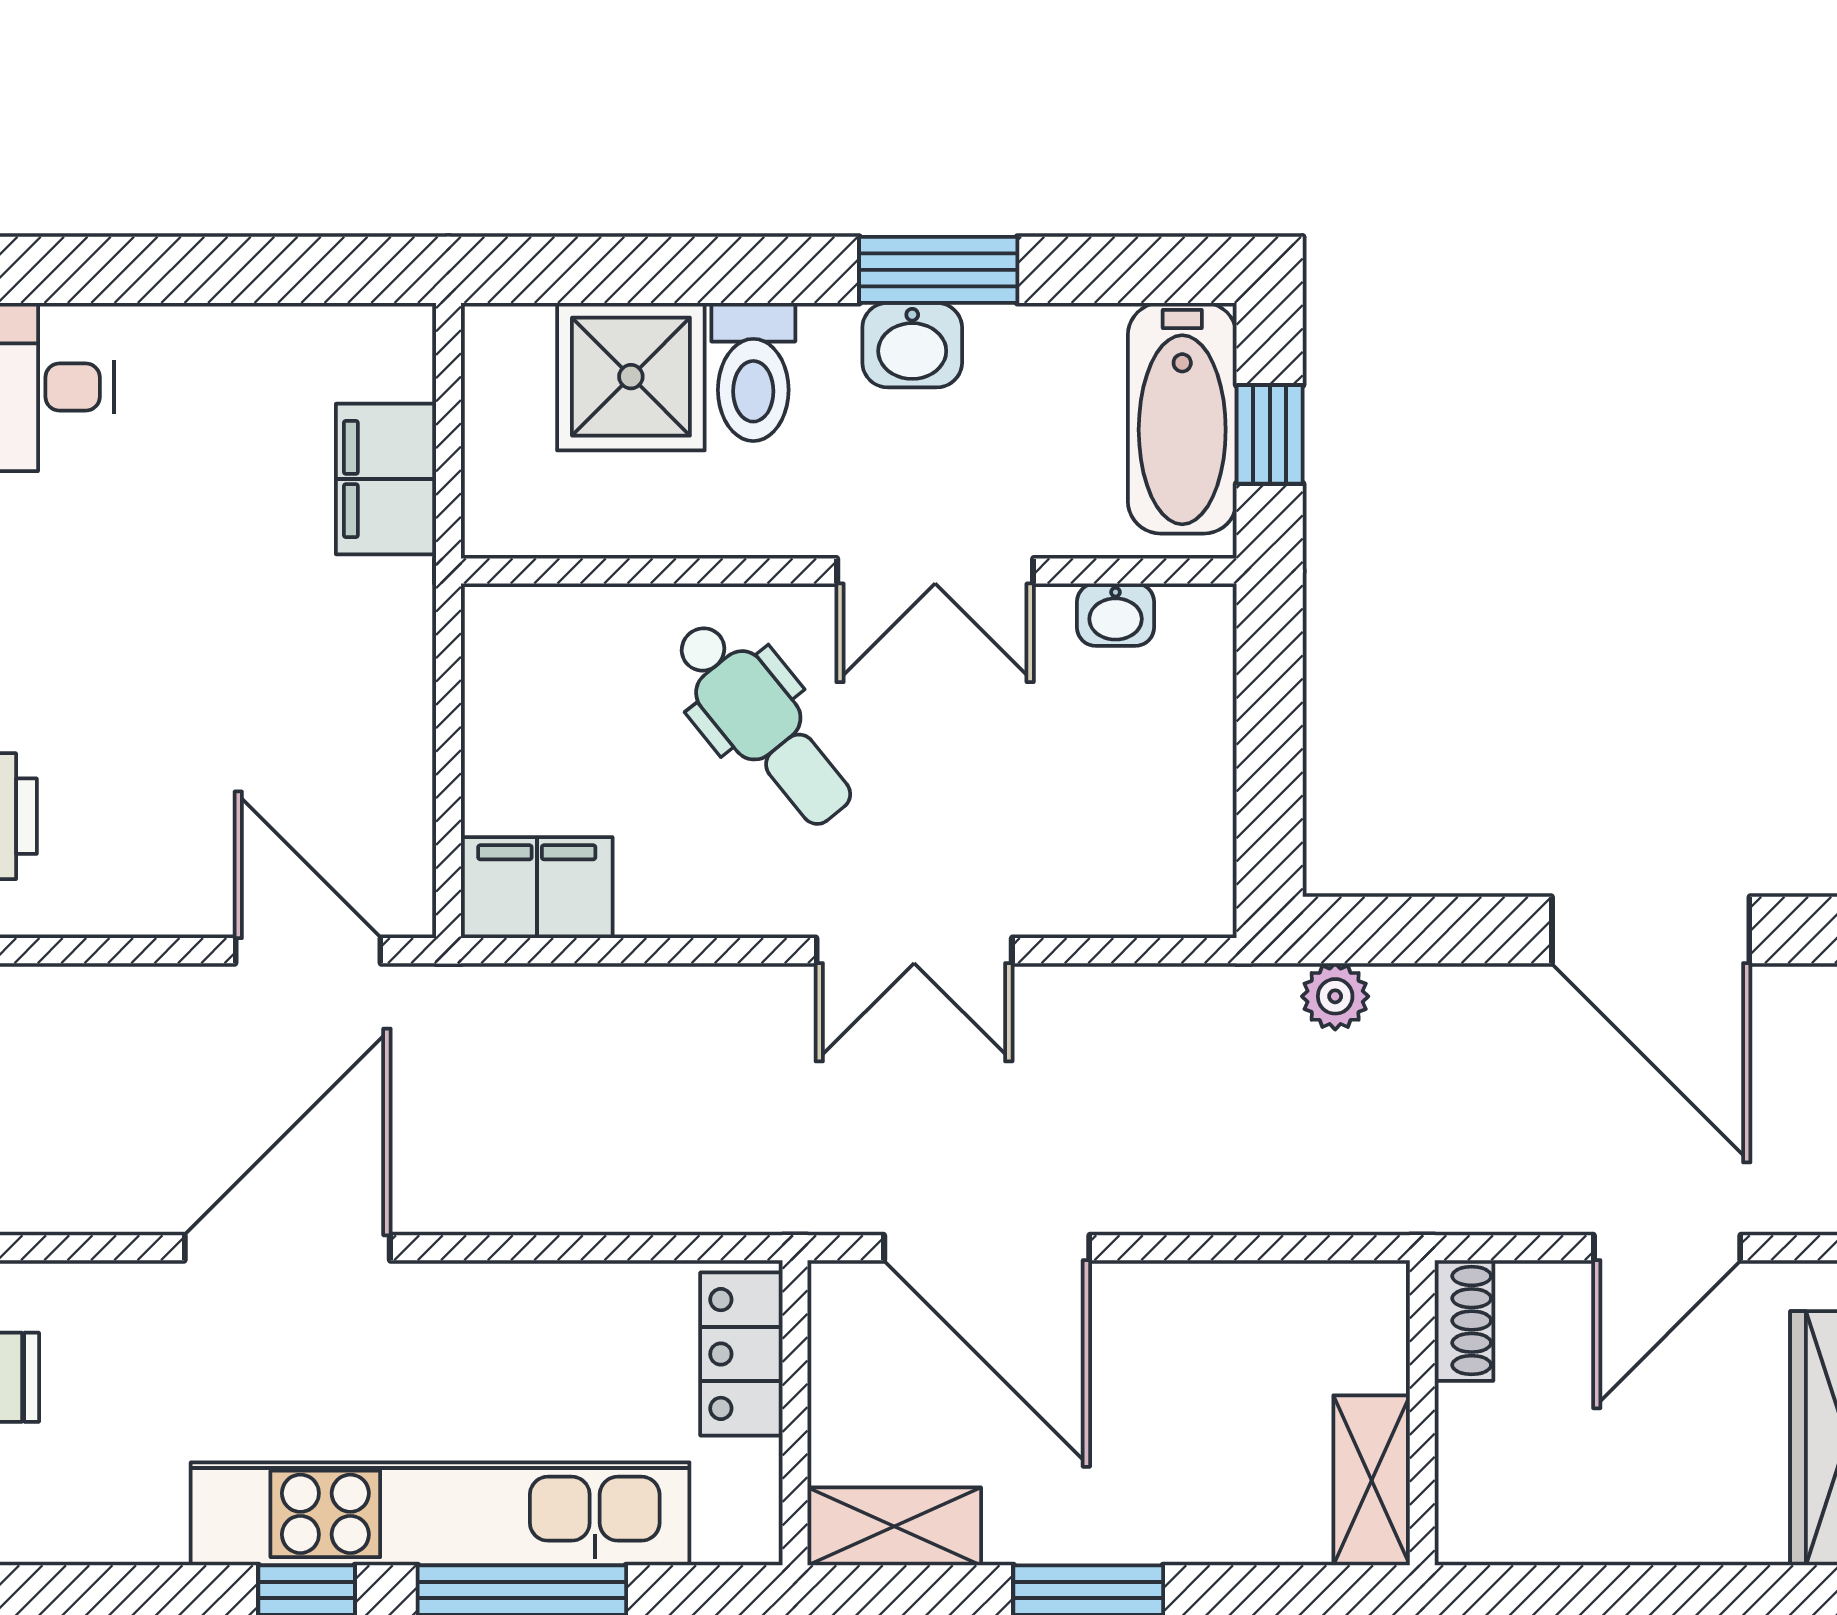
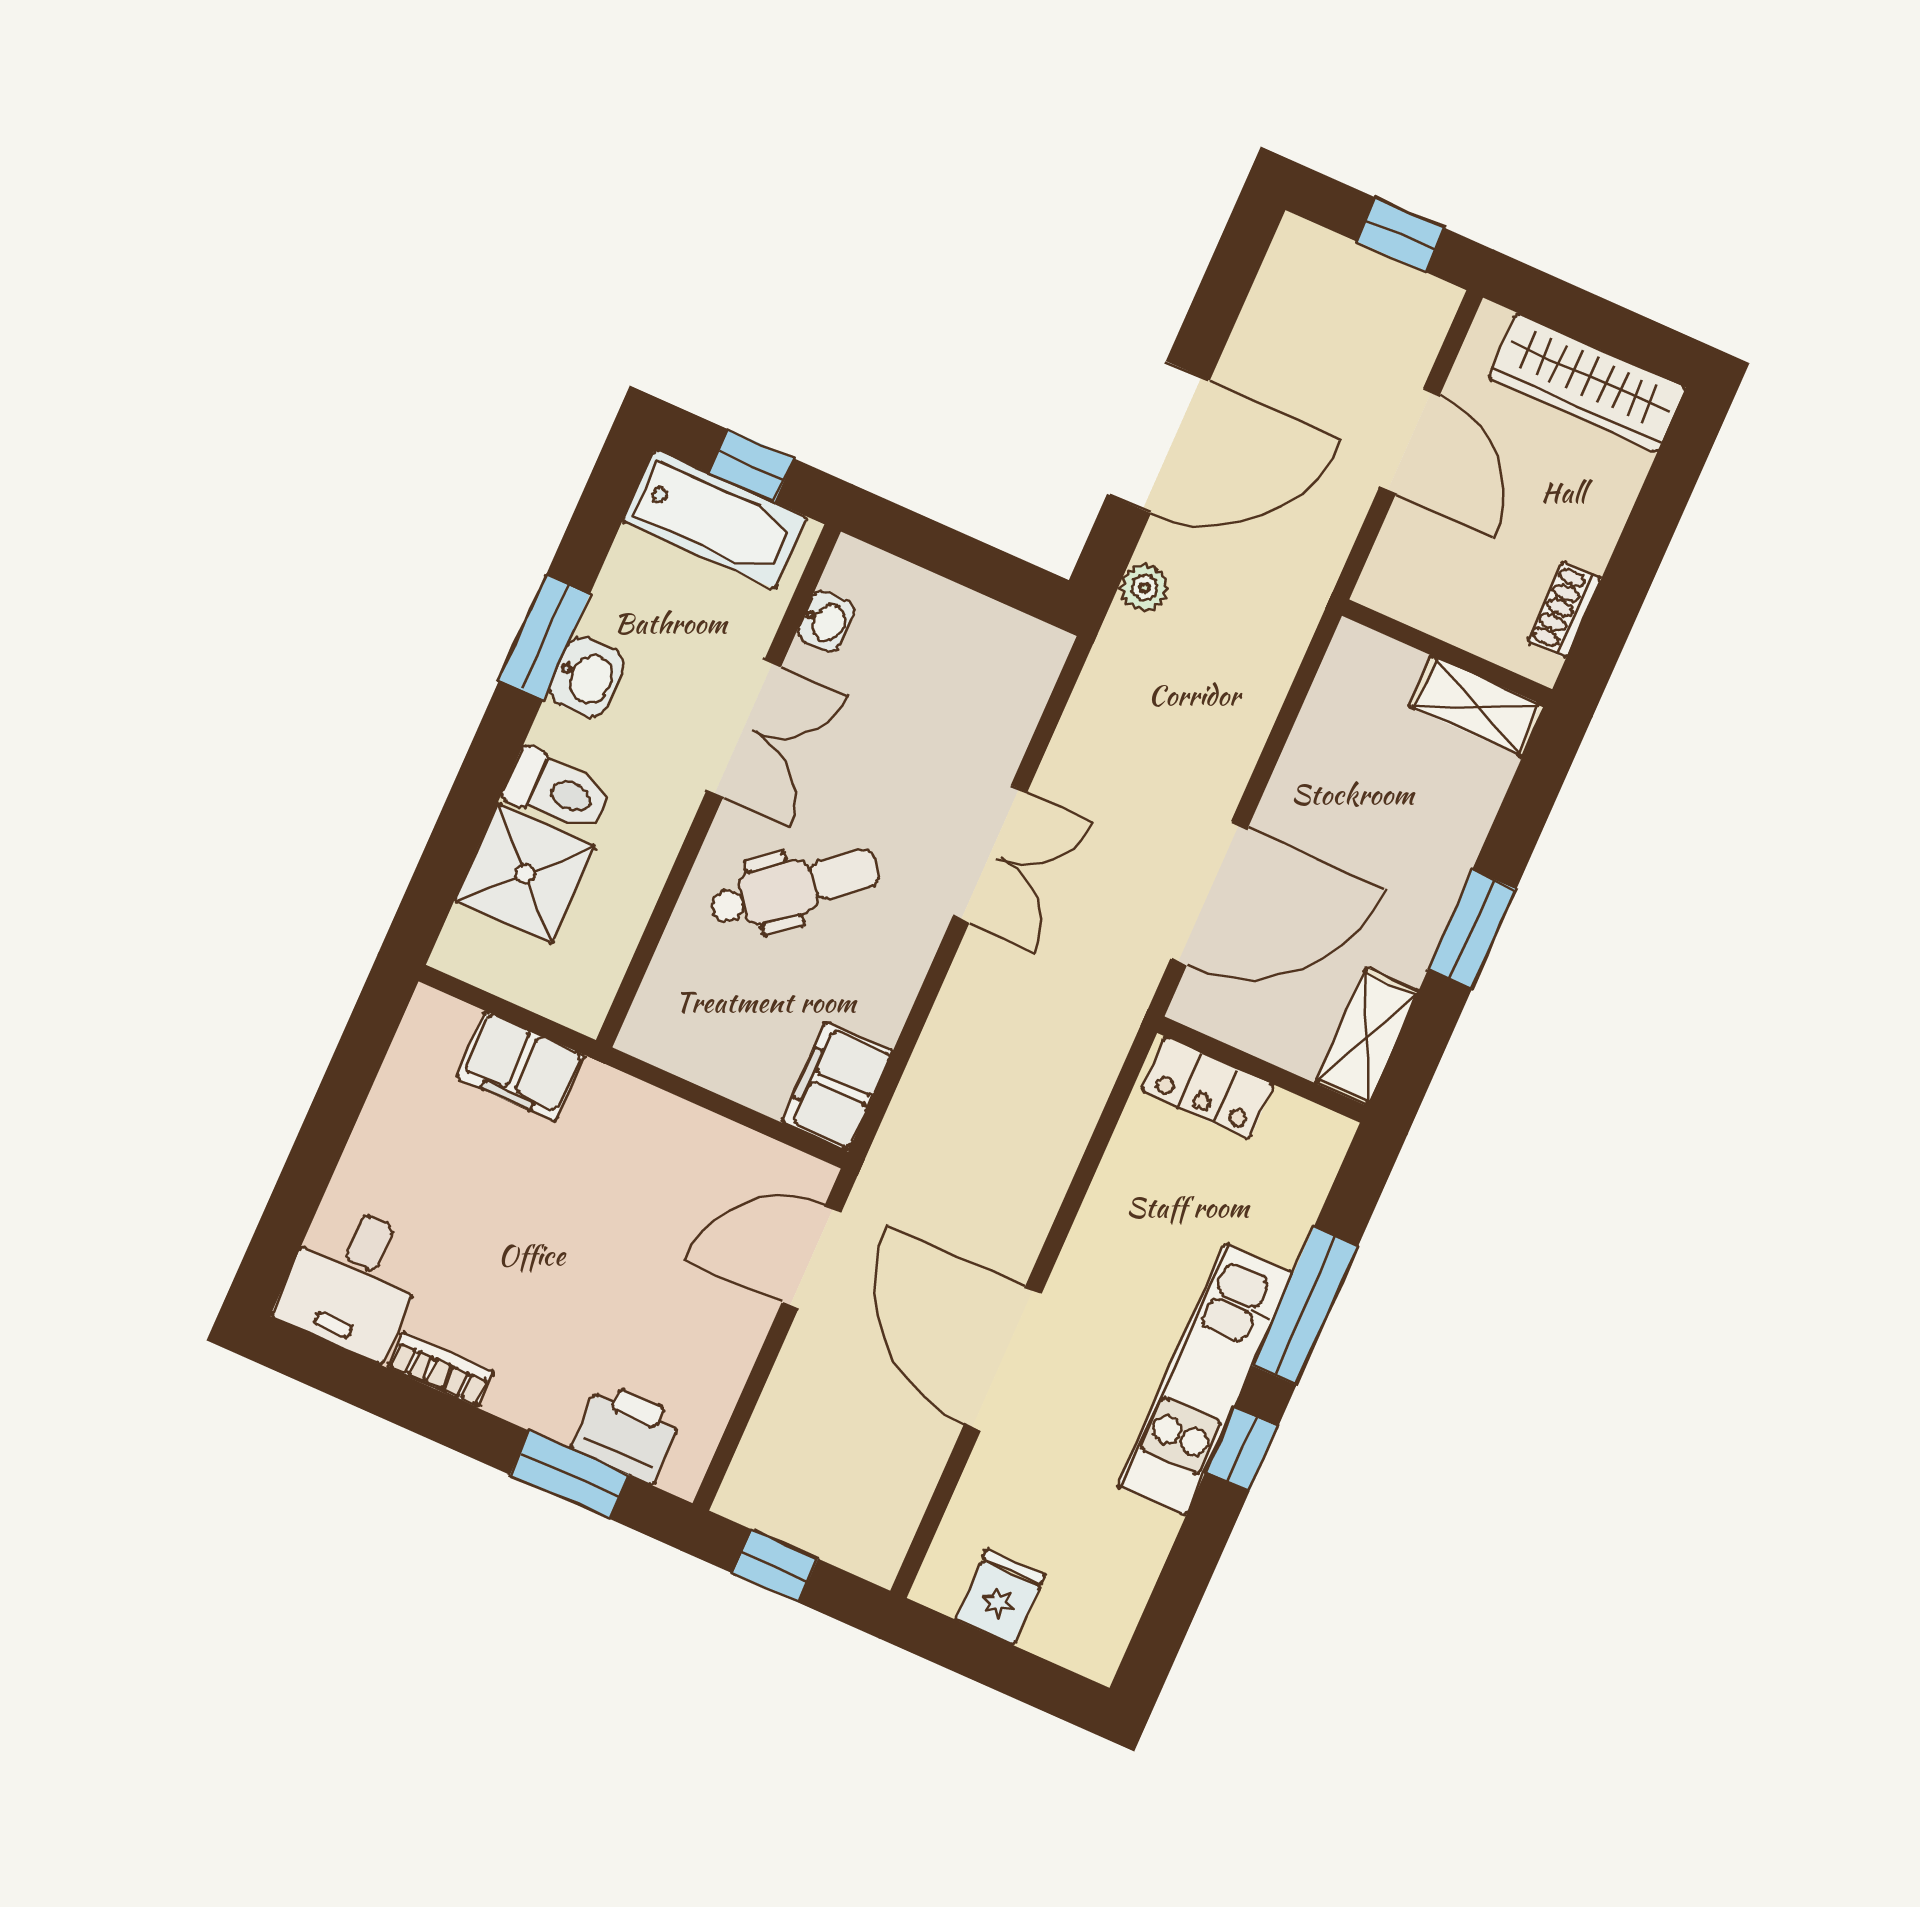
door: (1651, 930) -> (1158, 437), moved
shoe rack: (1464, 1321) -> (1564, 610), moved, turned -90
kitchen unit: (440, 1514) -> (1205, 1380), width x0.73

